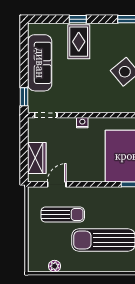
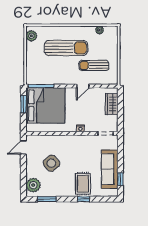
window: (24, 97) -> (120, 179), moved
door: (57, 184) -> (83, 86), moved

